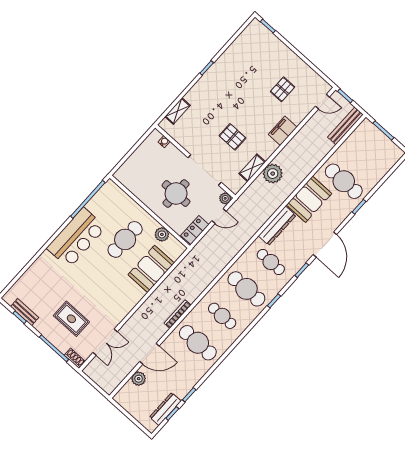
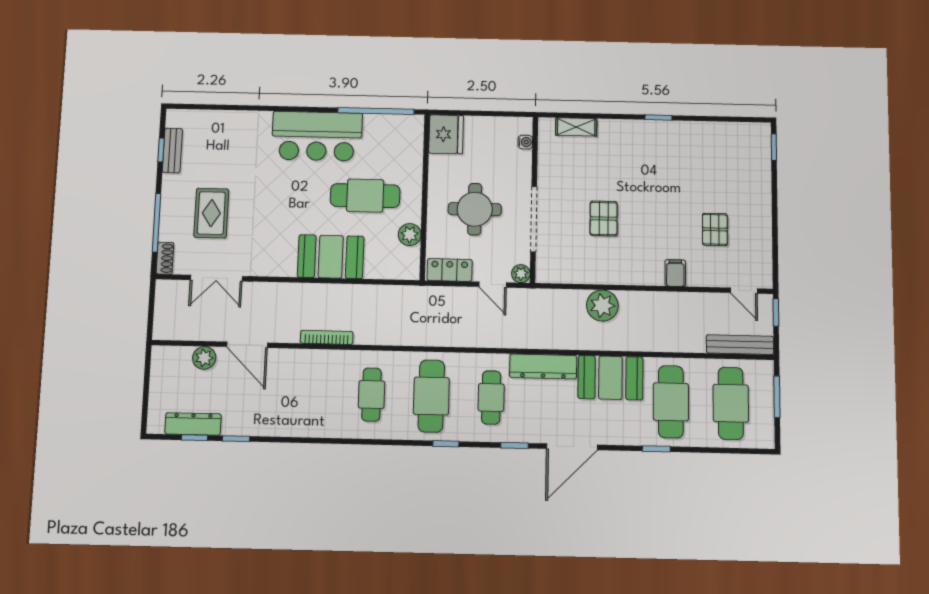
pallet: (283, 89) -> (715, 229), turned 90
filing cabinet: (283, 131) -> (675, 273), width x0.50
shelving: (252, 168) -> (587, 275), removed
fridge: (128, 176) -> (446, 134), added
booth: (151, 269) -> (331, 257), moved
cafe table: (198, 343) -> (731, 403), moved

